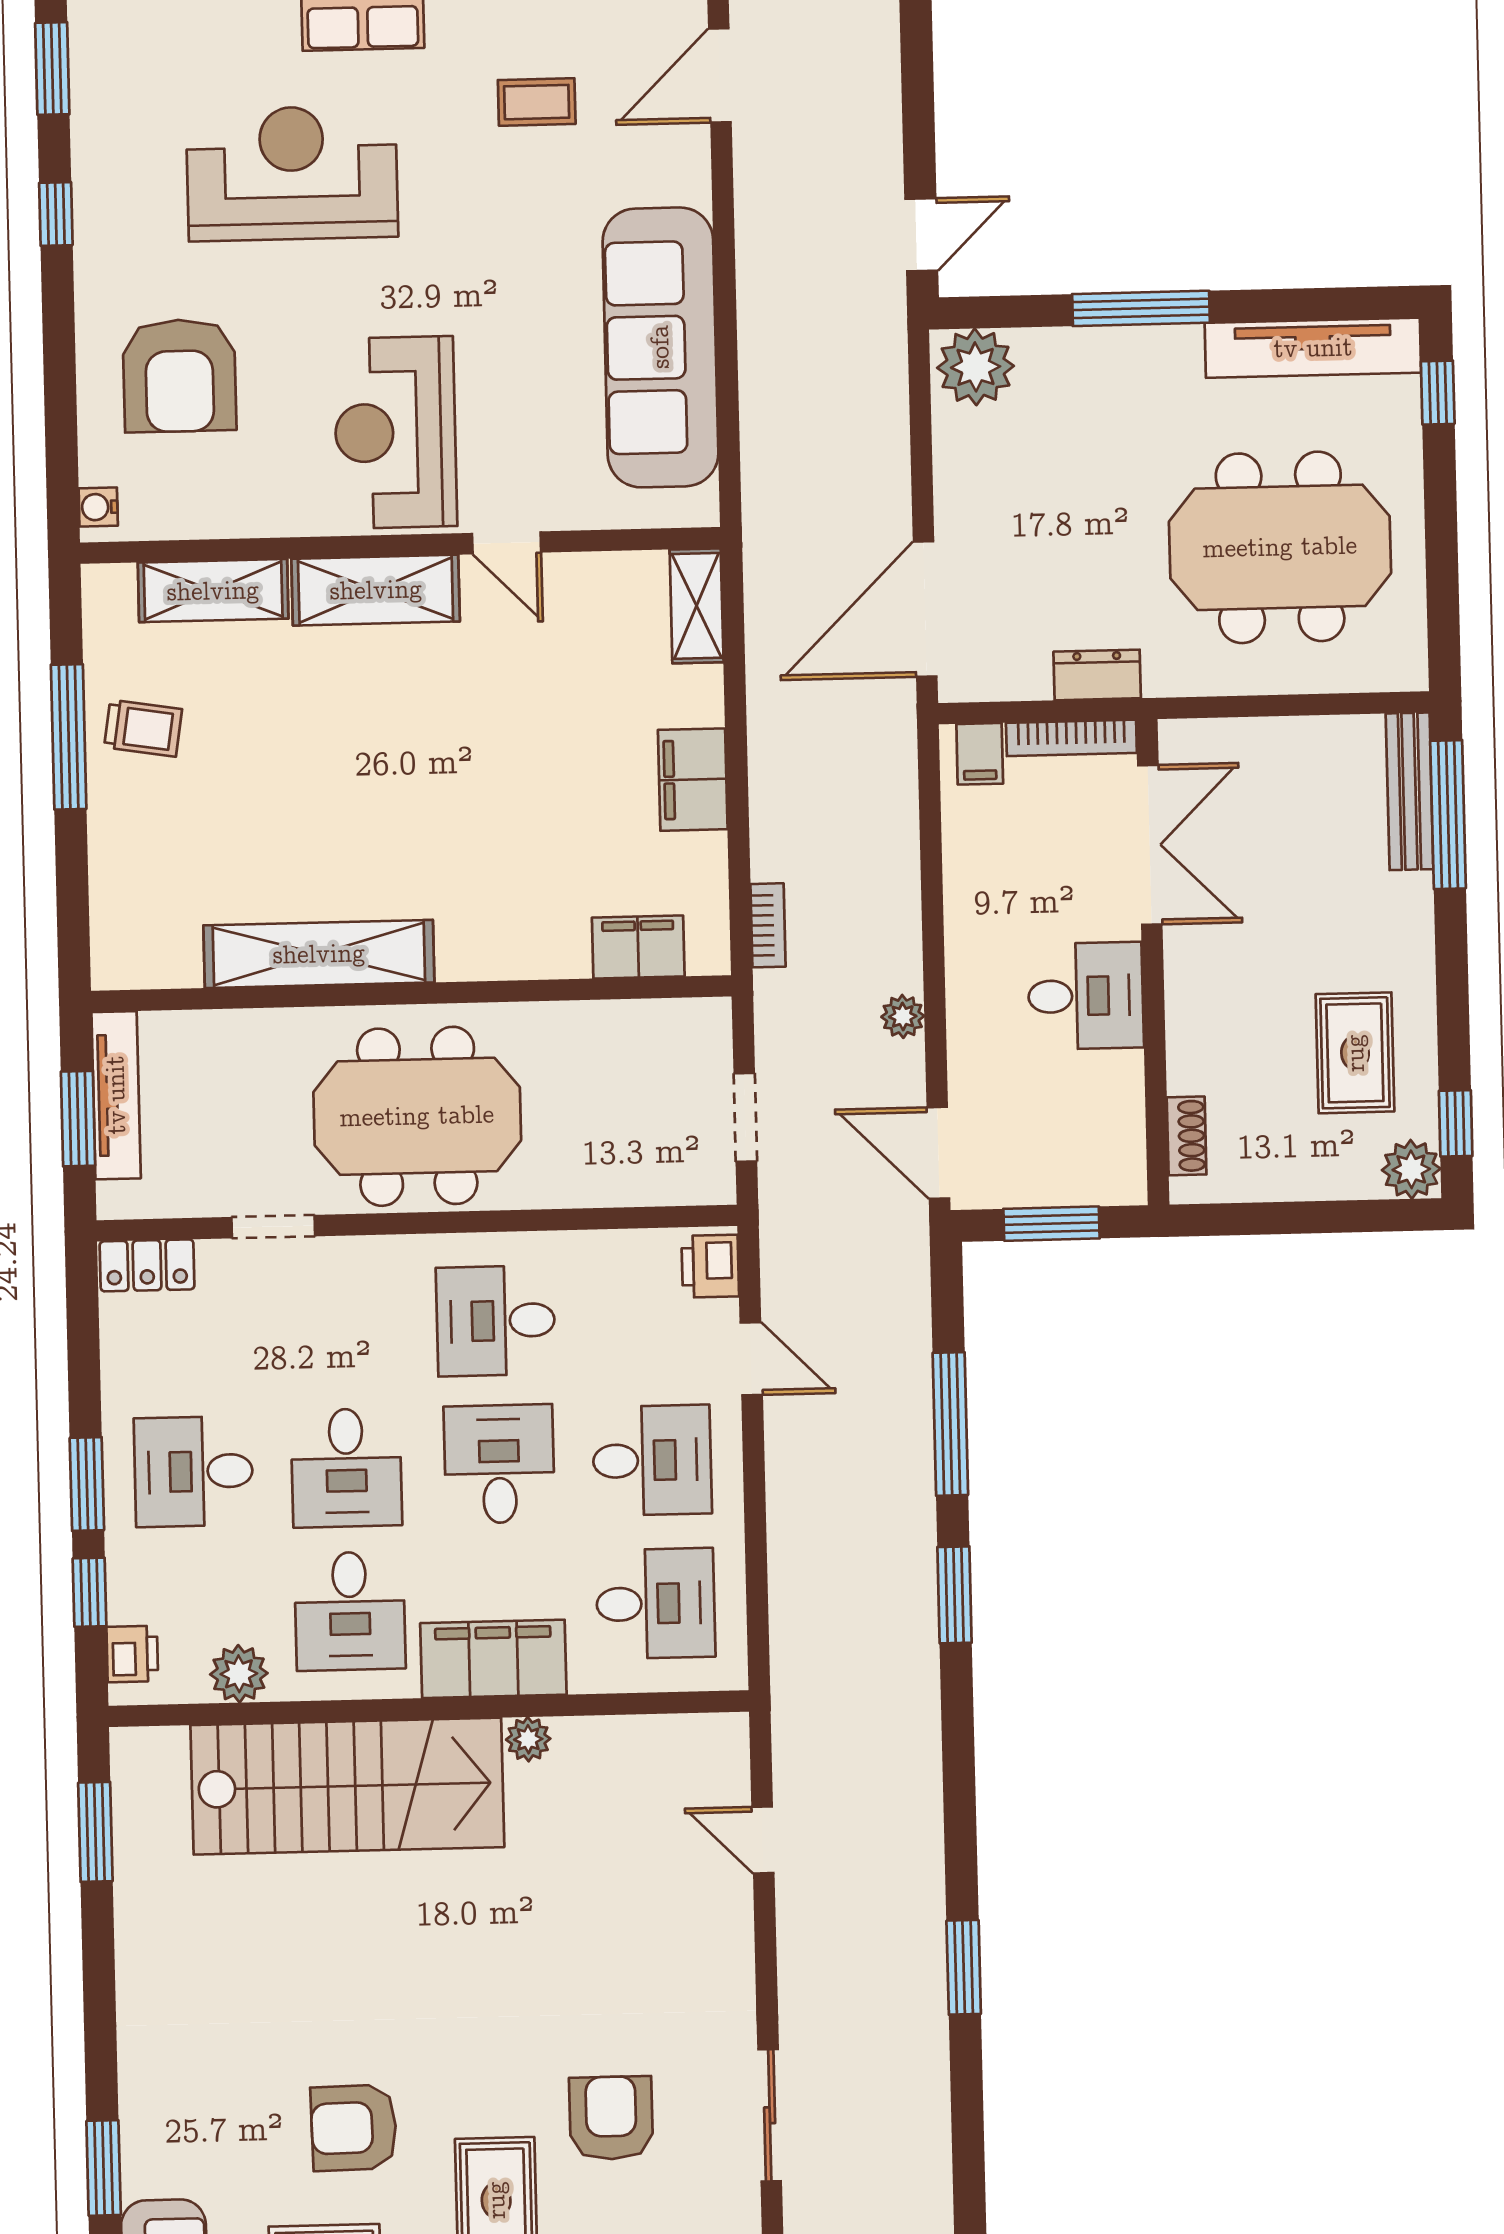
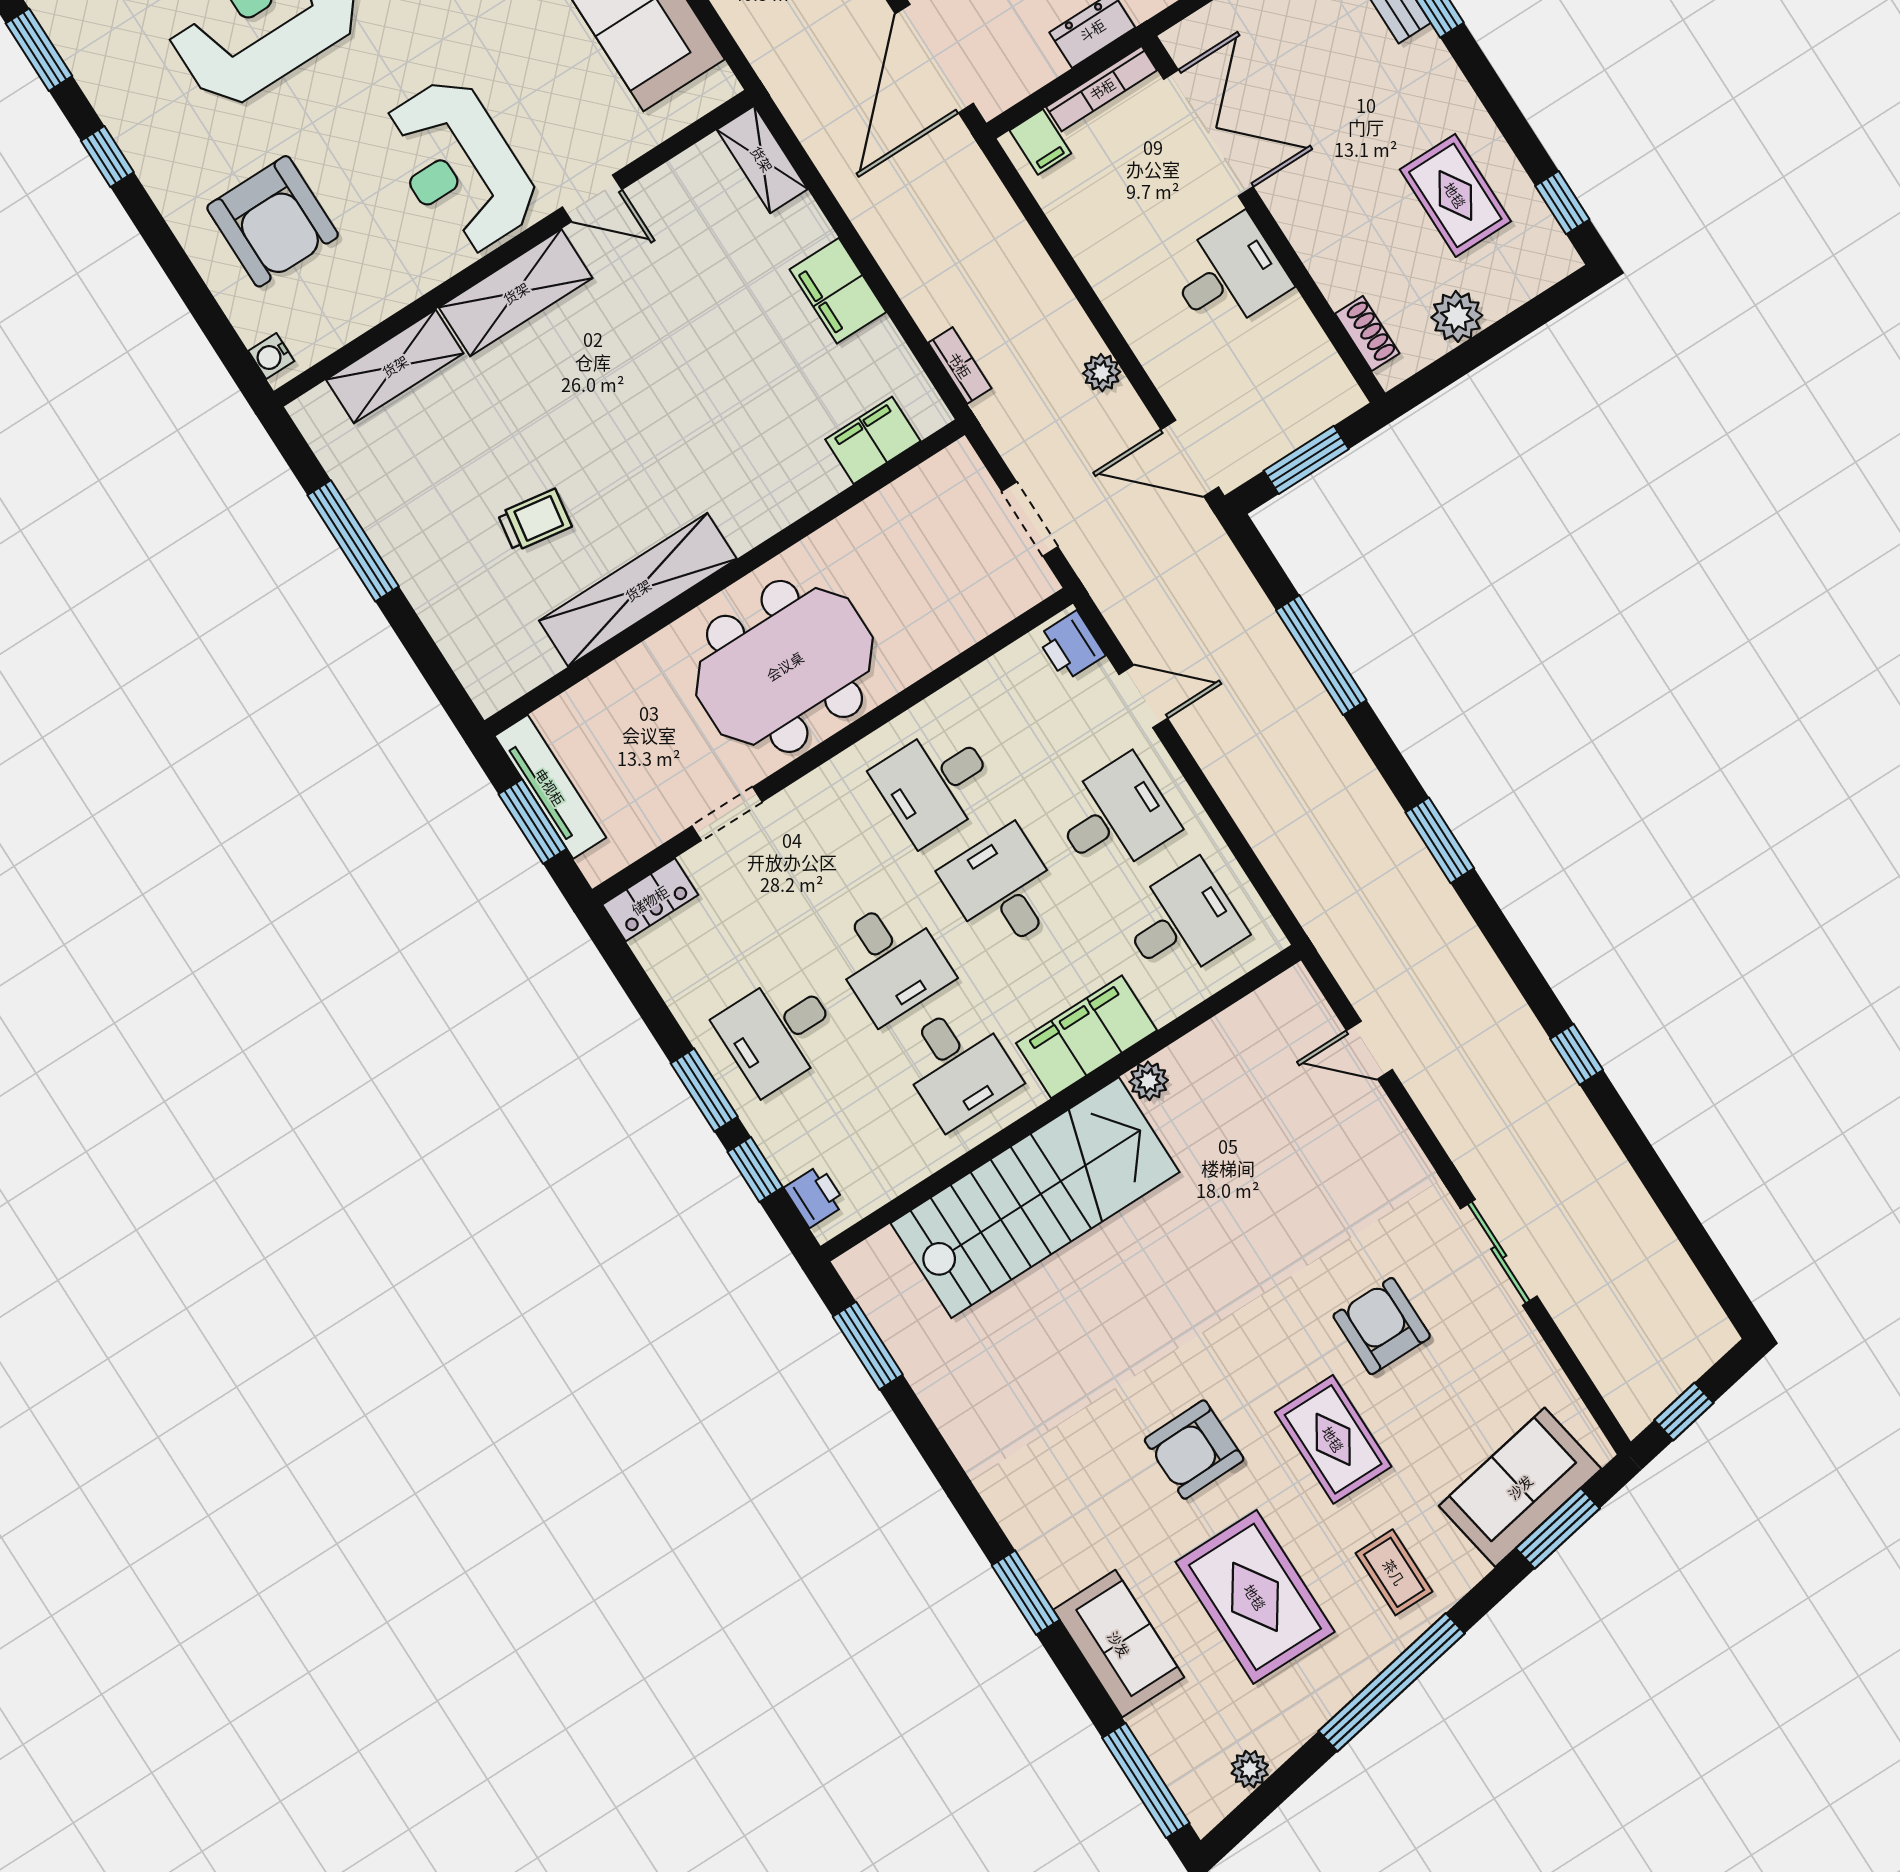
trolley: (143, 728) -> (535, 520), moved
plant: (1411, 1169) -> (1457, 316), moved
window: (955, 1595) -> (1440, 840), moved
plant: (239, 1674) -> (903, 1163), removed
window: (964, 1967) -> (1577, 1054), width x0.67

